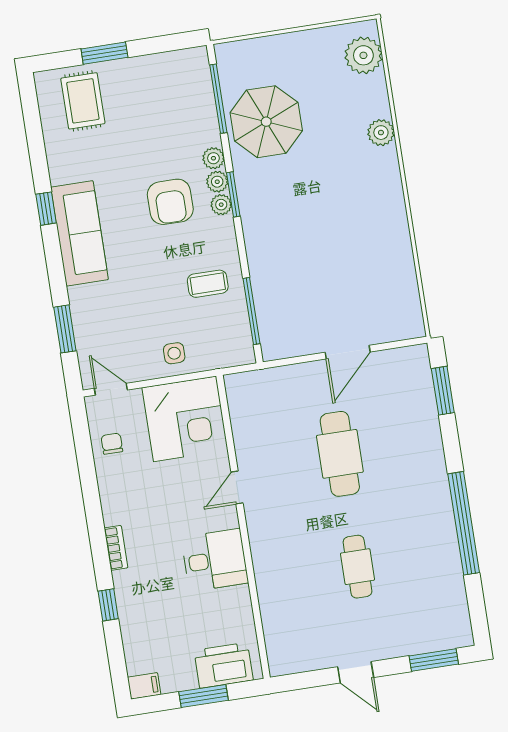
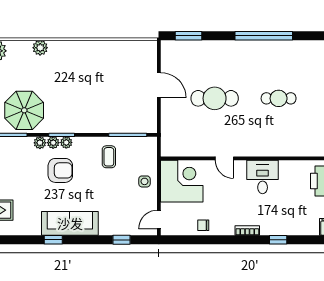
window: (65, 329) -> (122, 240), width x0.67
chair: (112, 444) -> (203, 225), moved

